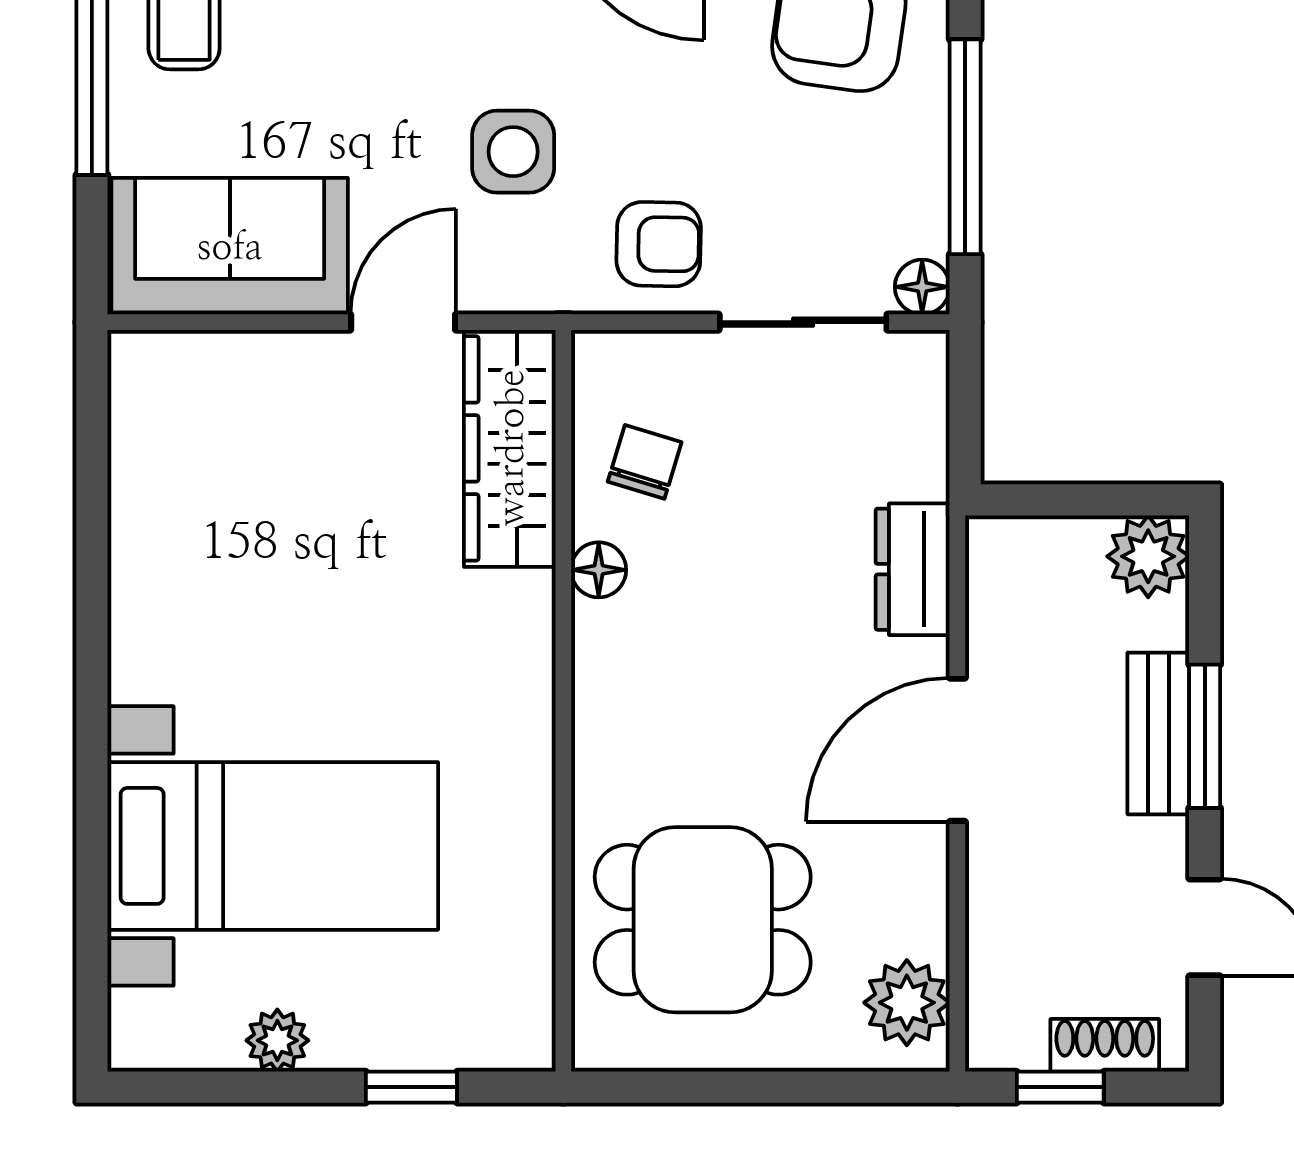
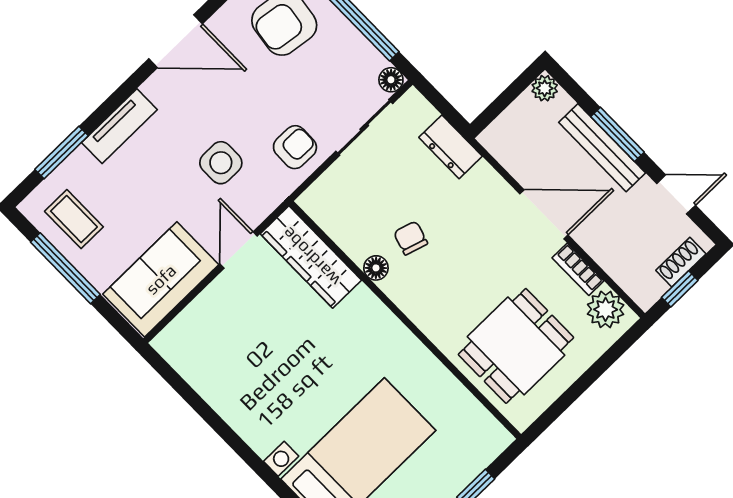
chair: (645, 462) -> (411, 238), moved
plant: (1148, 556) -> (545, 88), width x0.73, depth x0.73
dresser: (913, 569) -> (450, 147), moved
bench: (1158, 733) -> (602, 148), width x1.36
door: (957, 750) -> (544, 214), swing flipped
bookcase: (926, 893) -> (578, 269), added

